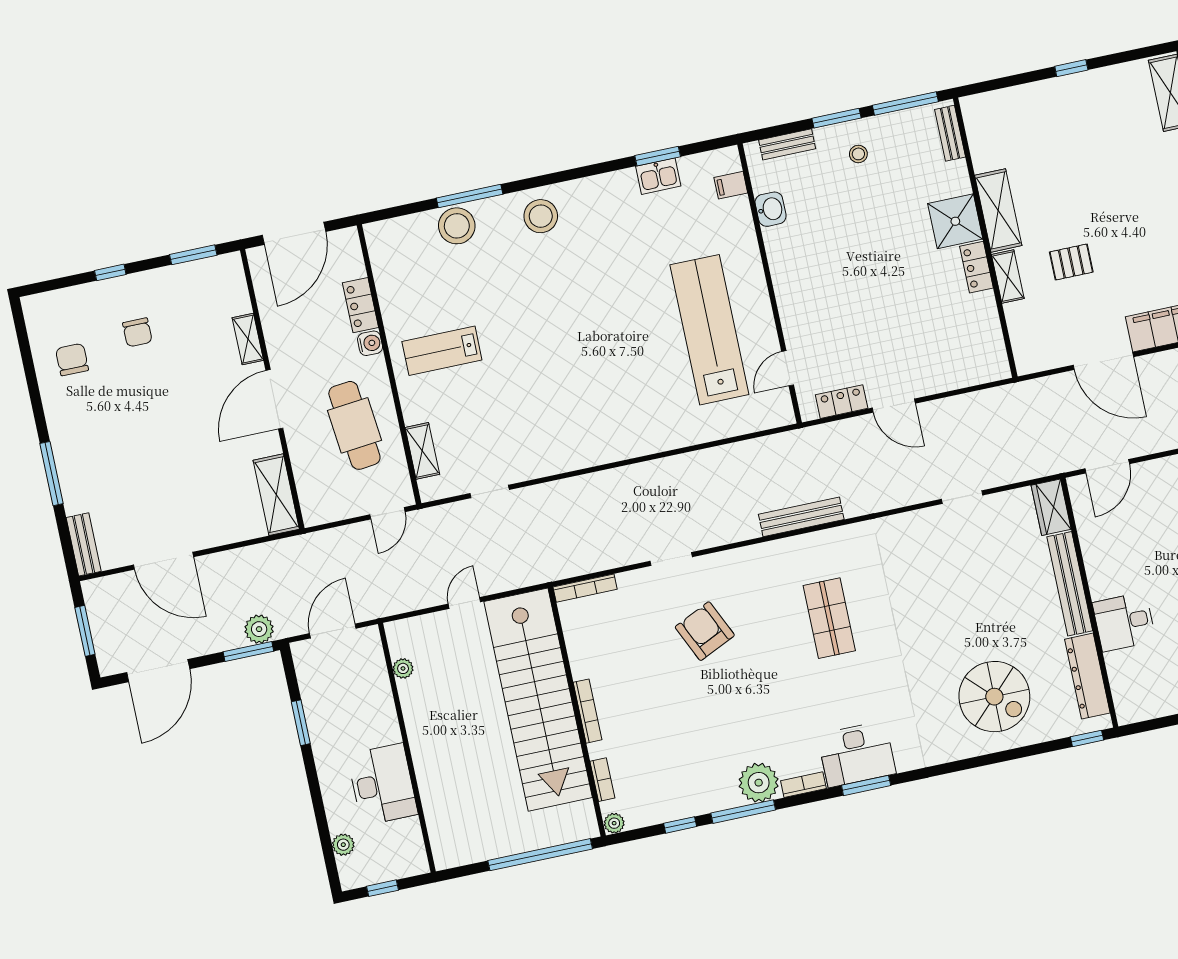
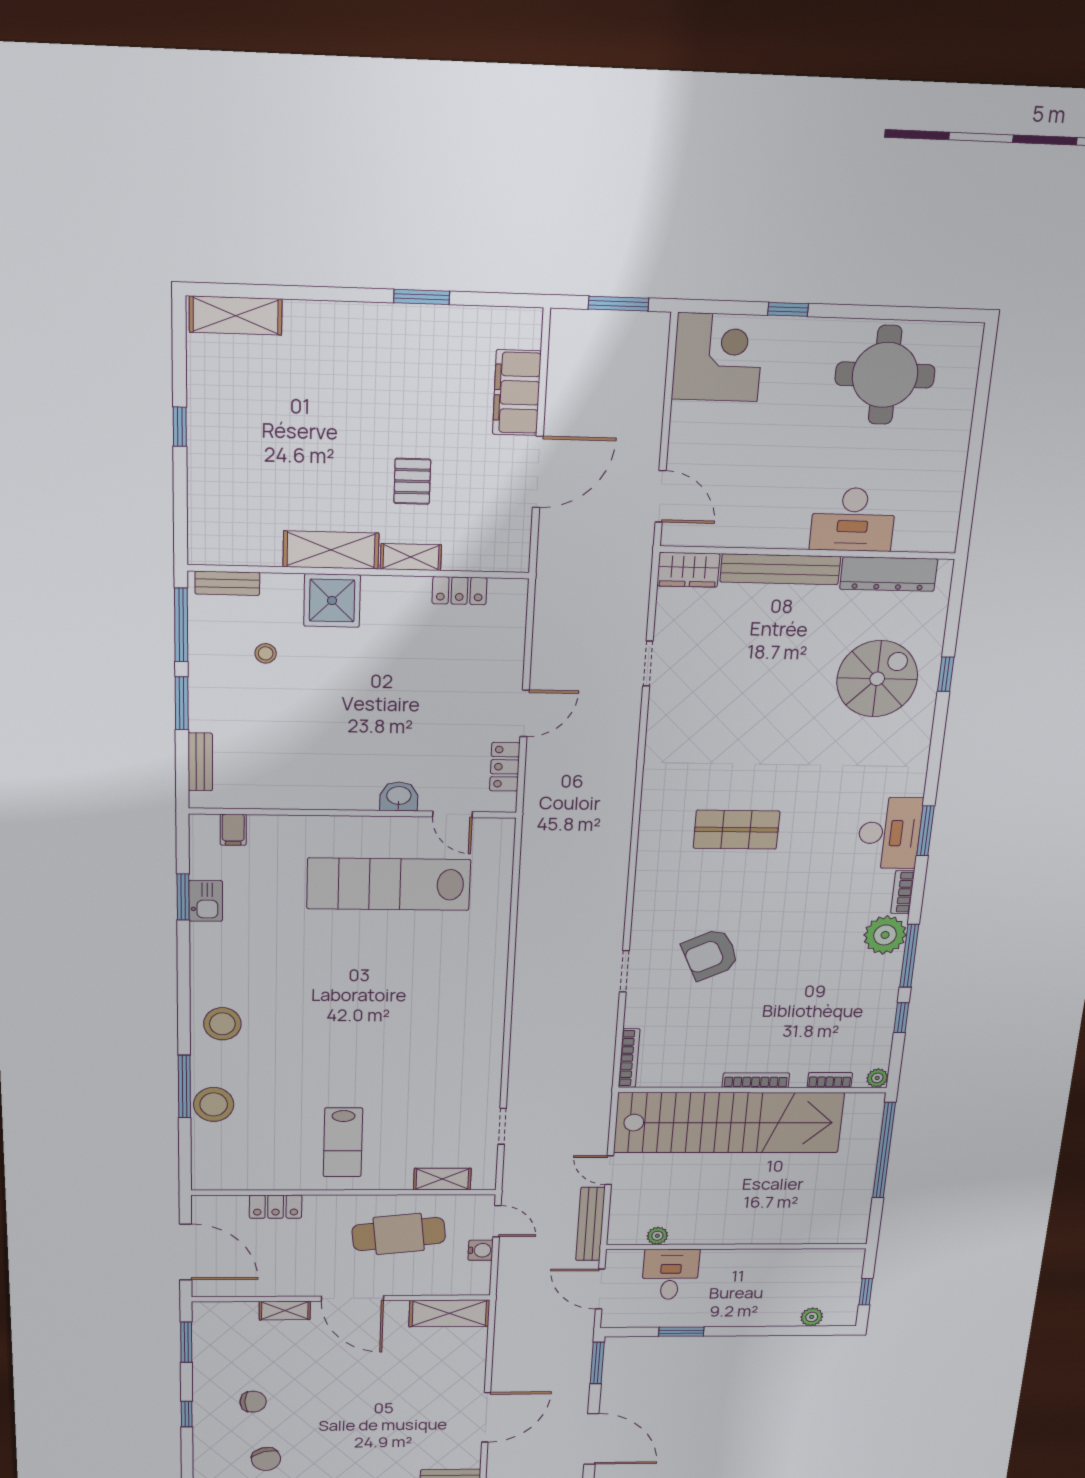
stool: (858, 154) -> (266, 653), moved
washbasin: (771, 209) -> (399, 796), moved
locker: (977, 267) -> (459, 591), moved
water cooler: (370, 343) -> (481, 1250), moved, turned 90
chair: (72, 360) -> (266, 1459), turned -106
bench: (801, 517) -> (590, 1224), moved
desk: (1124, 622) -> (853, 519), width x1.37
plant: (259, 629) -> (578, 1350), removed
window: (1087, 738) -> (946, 674), moved
desk: (382, 784) -> (670, 1274), moved, width x0.73

